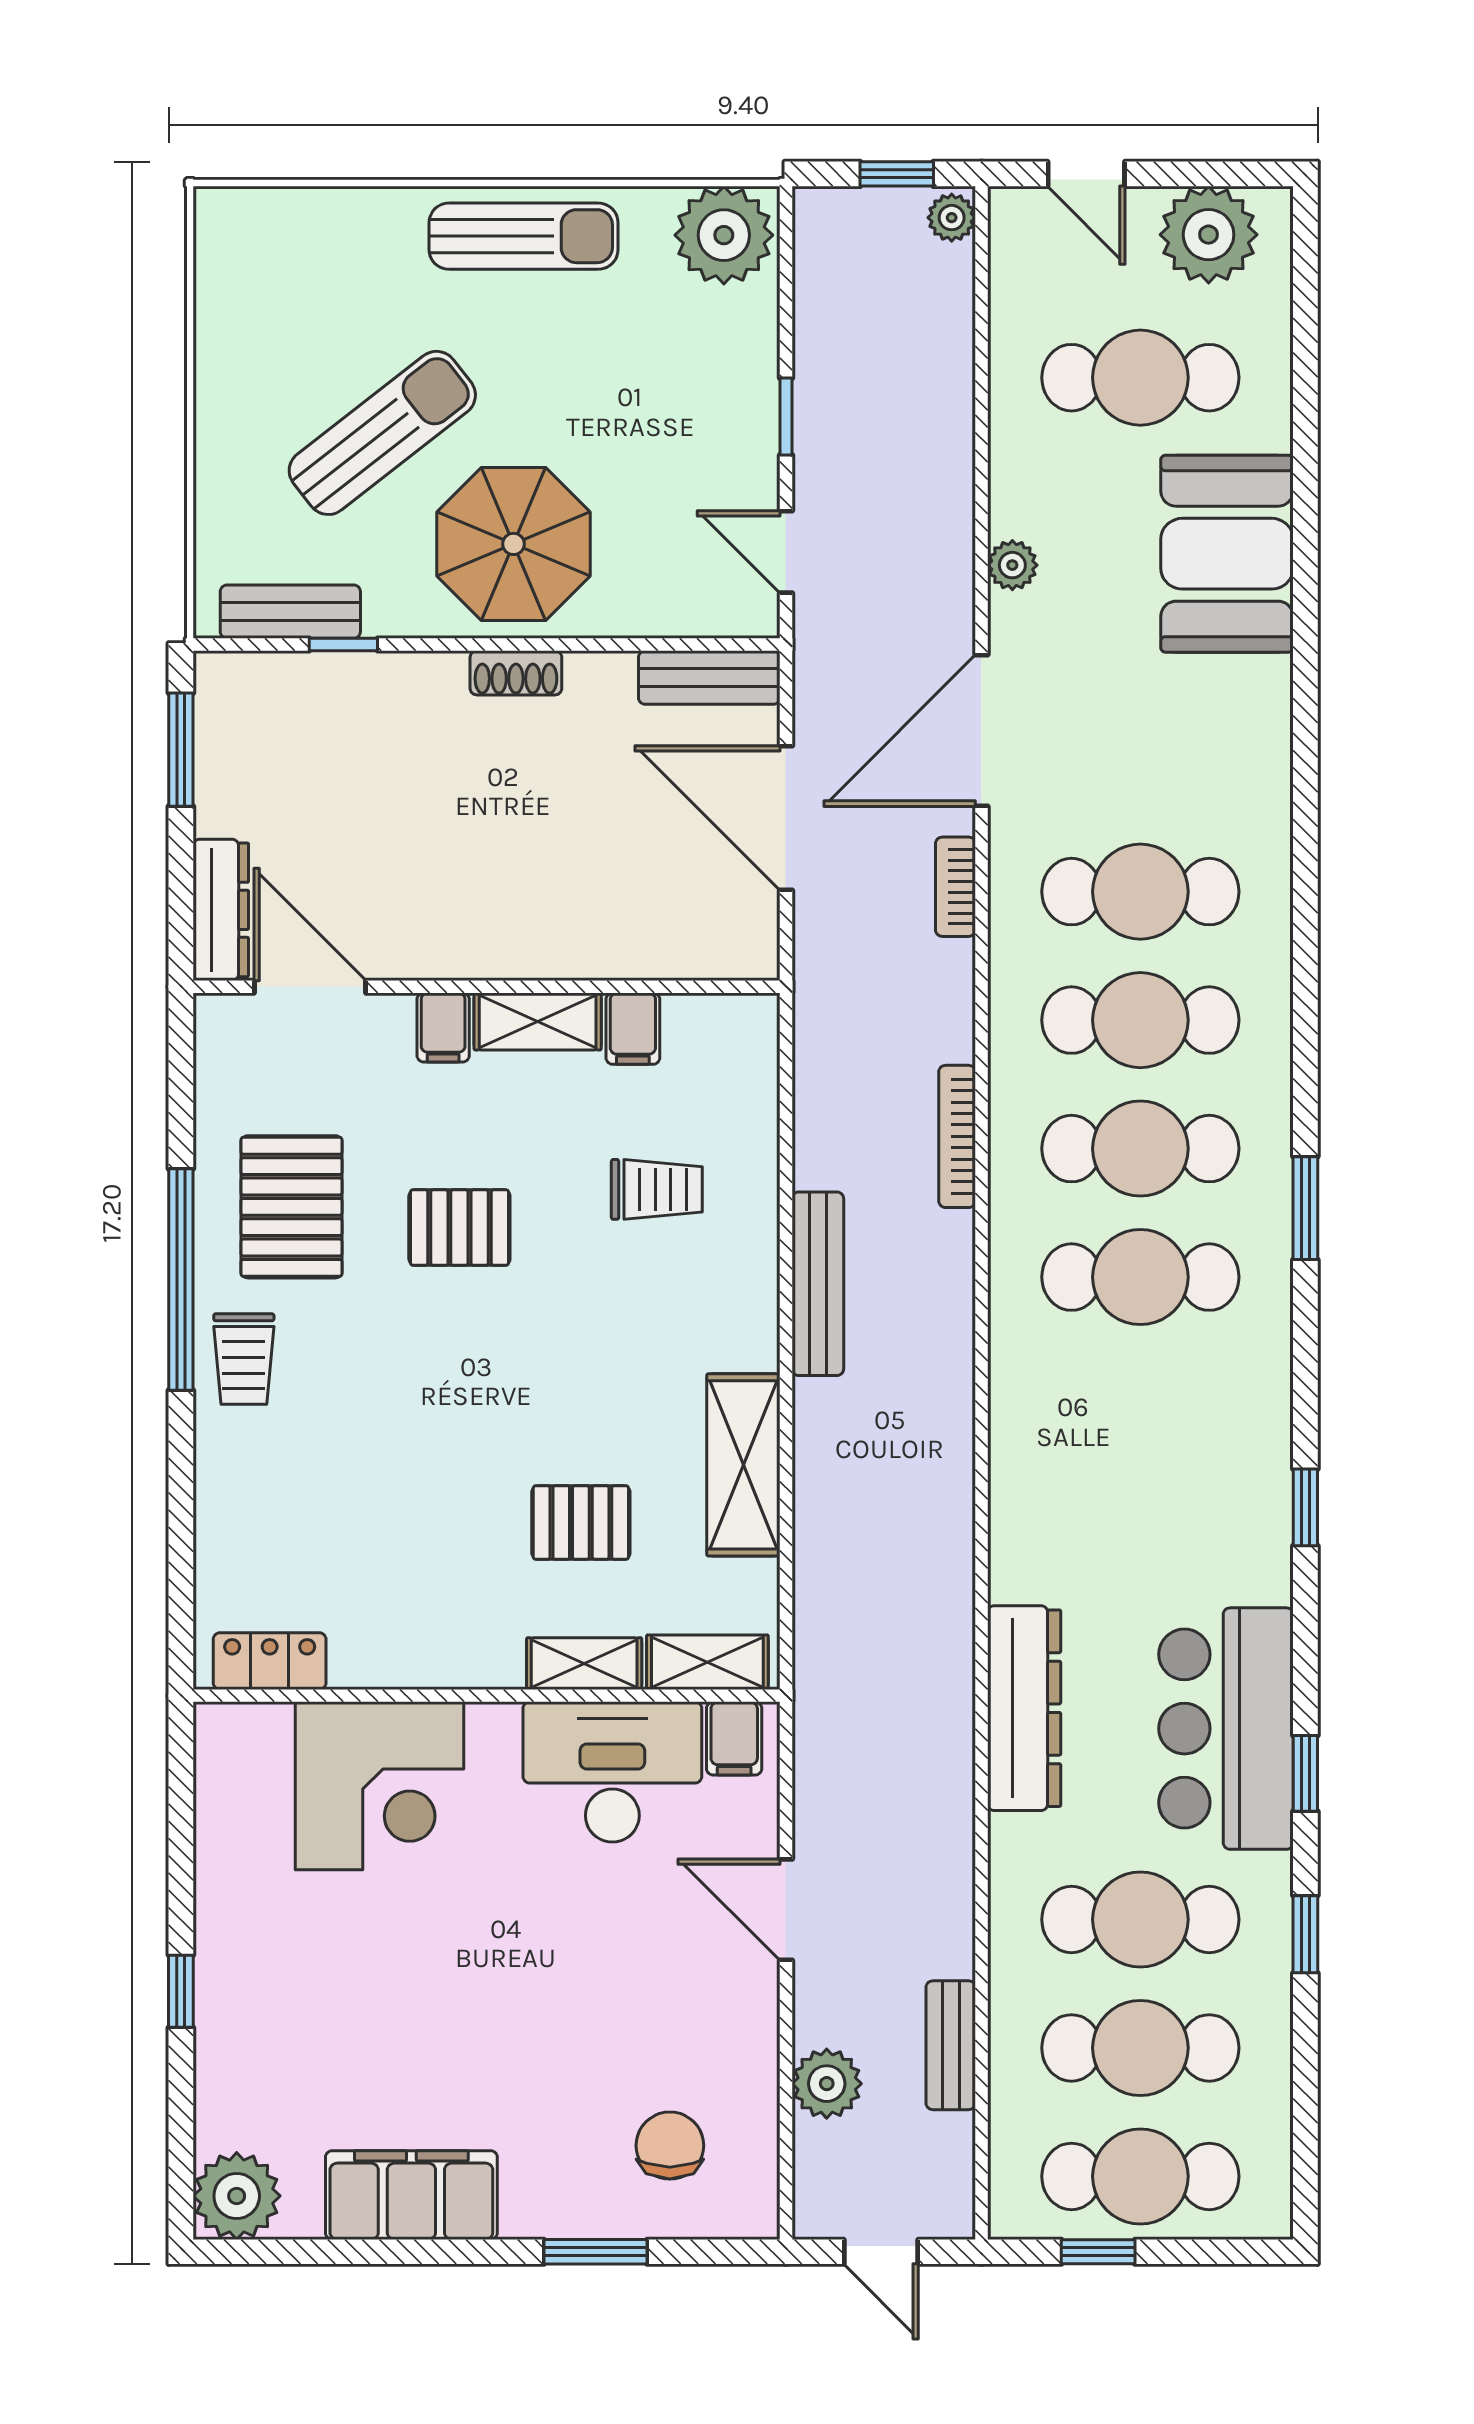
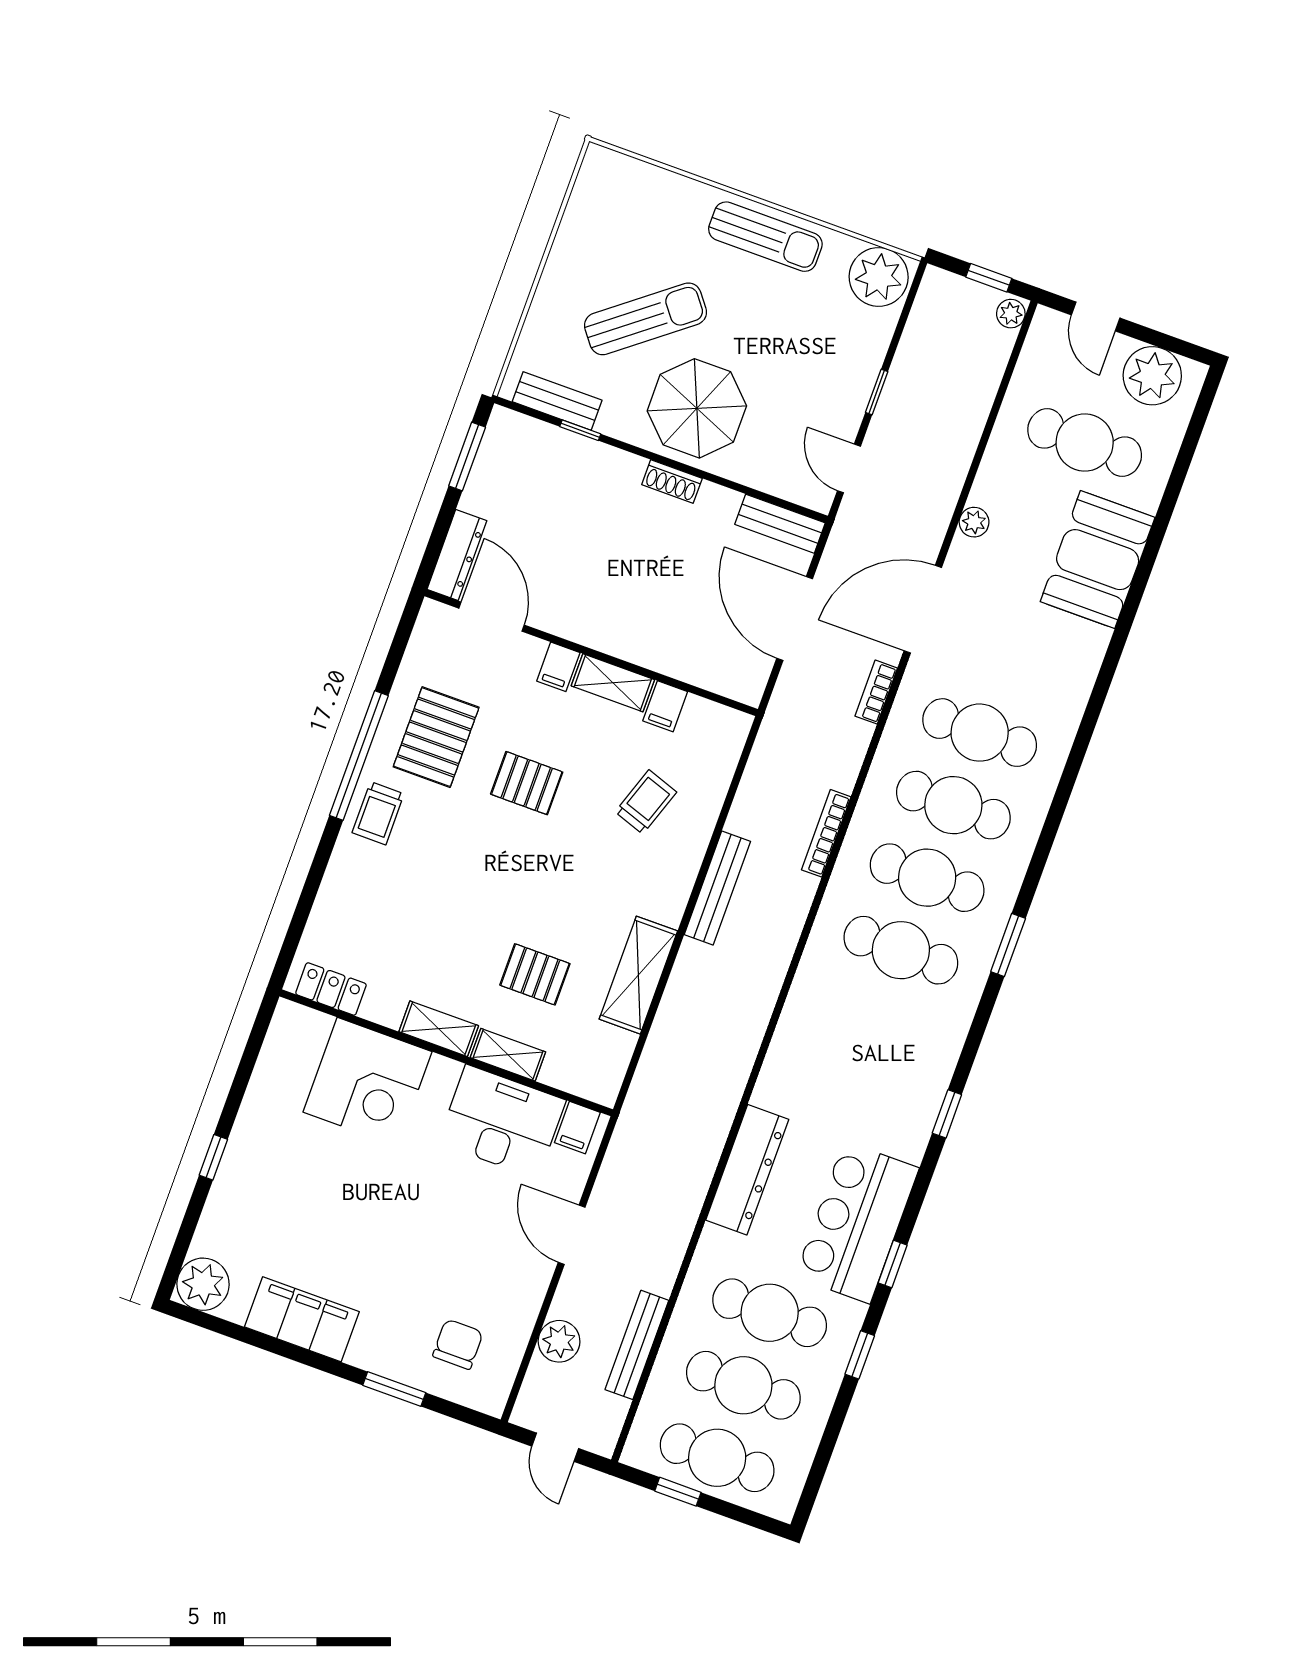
trolley: (657, 1189) -> (646, 802), turned -71
shelving: (707, 1662) -> (439, 1029), moved
bench: (951, 2045) -> (637, 1345), width x1.36

